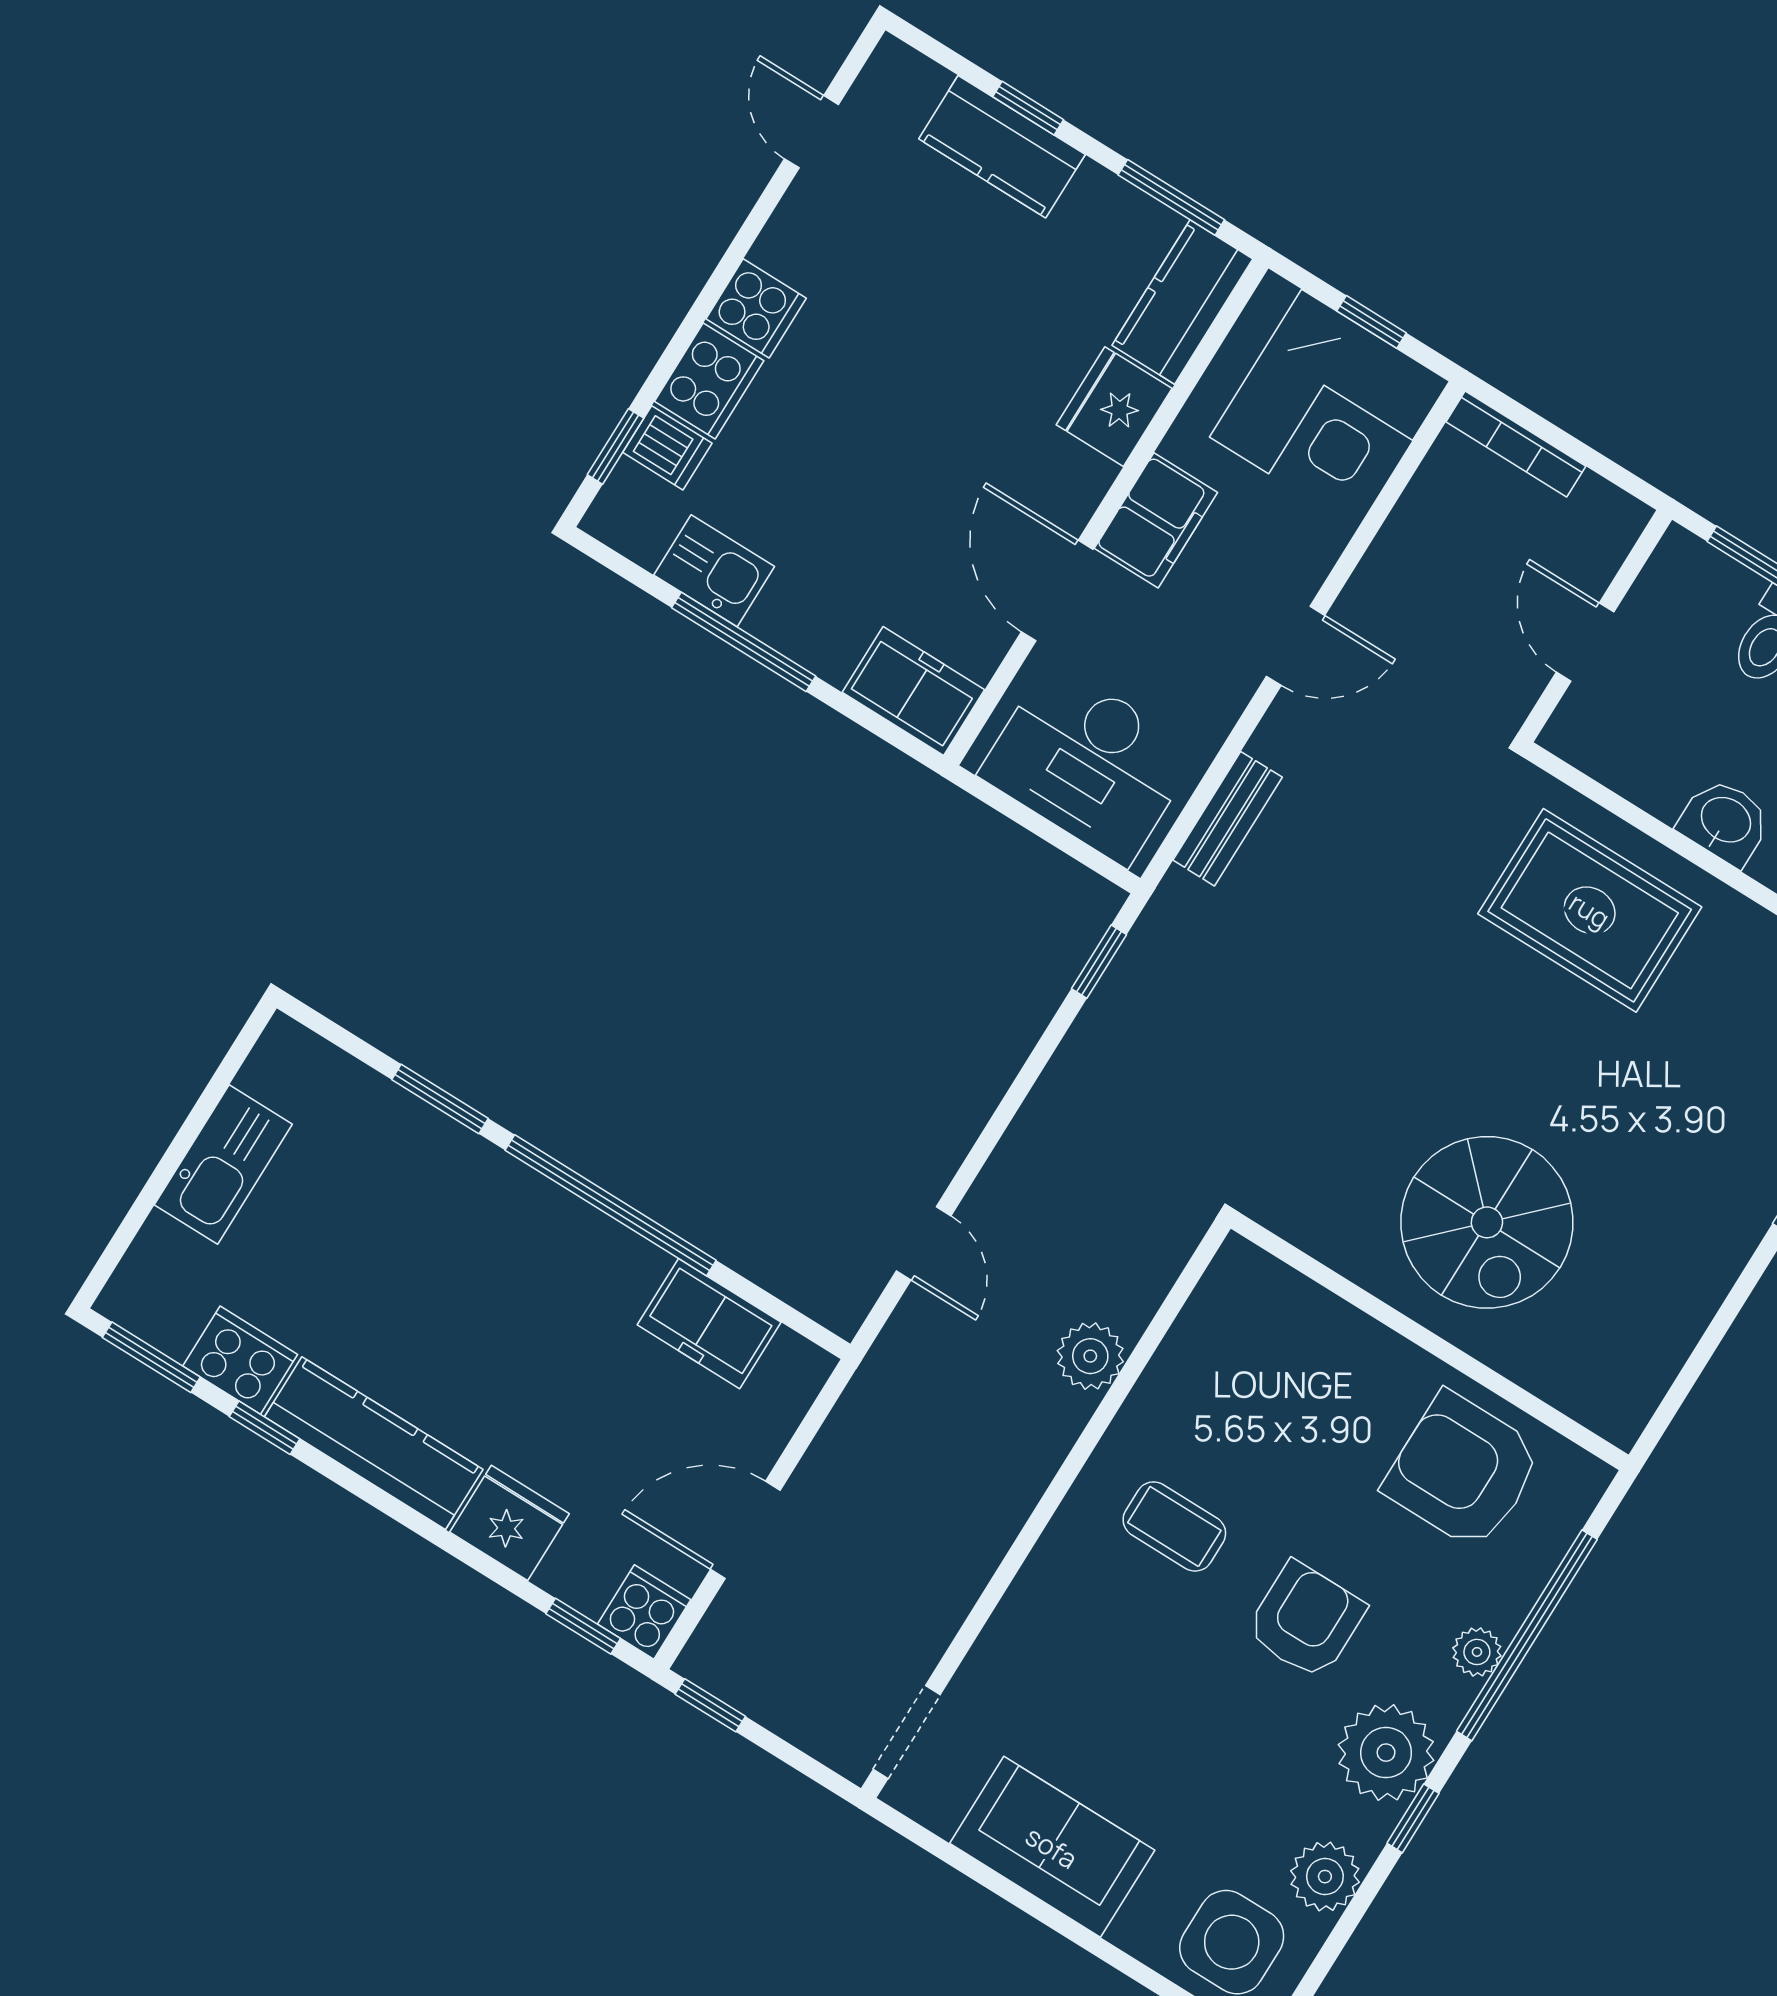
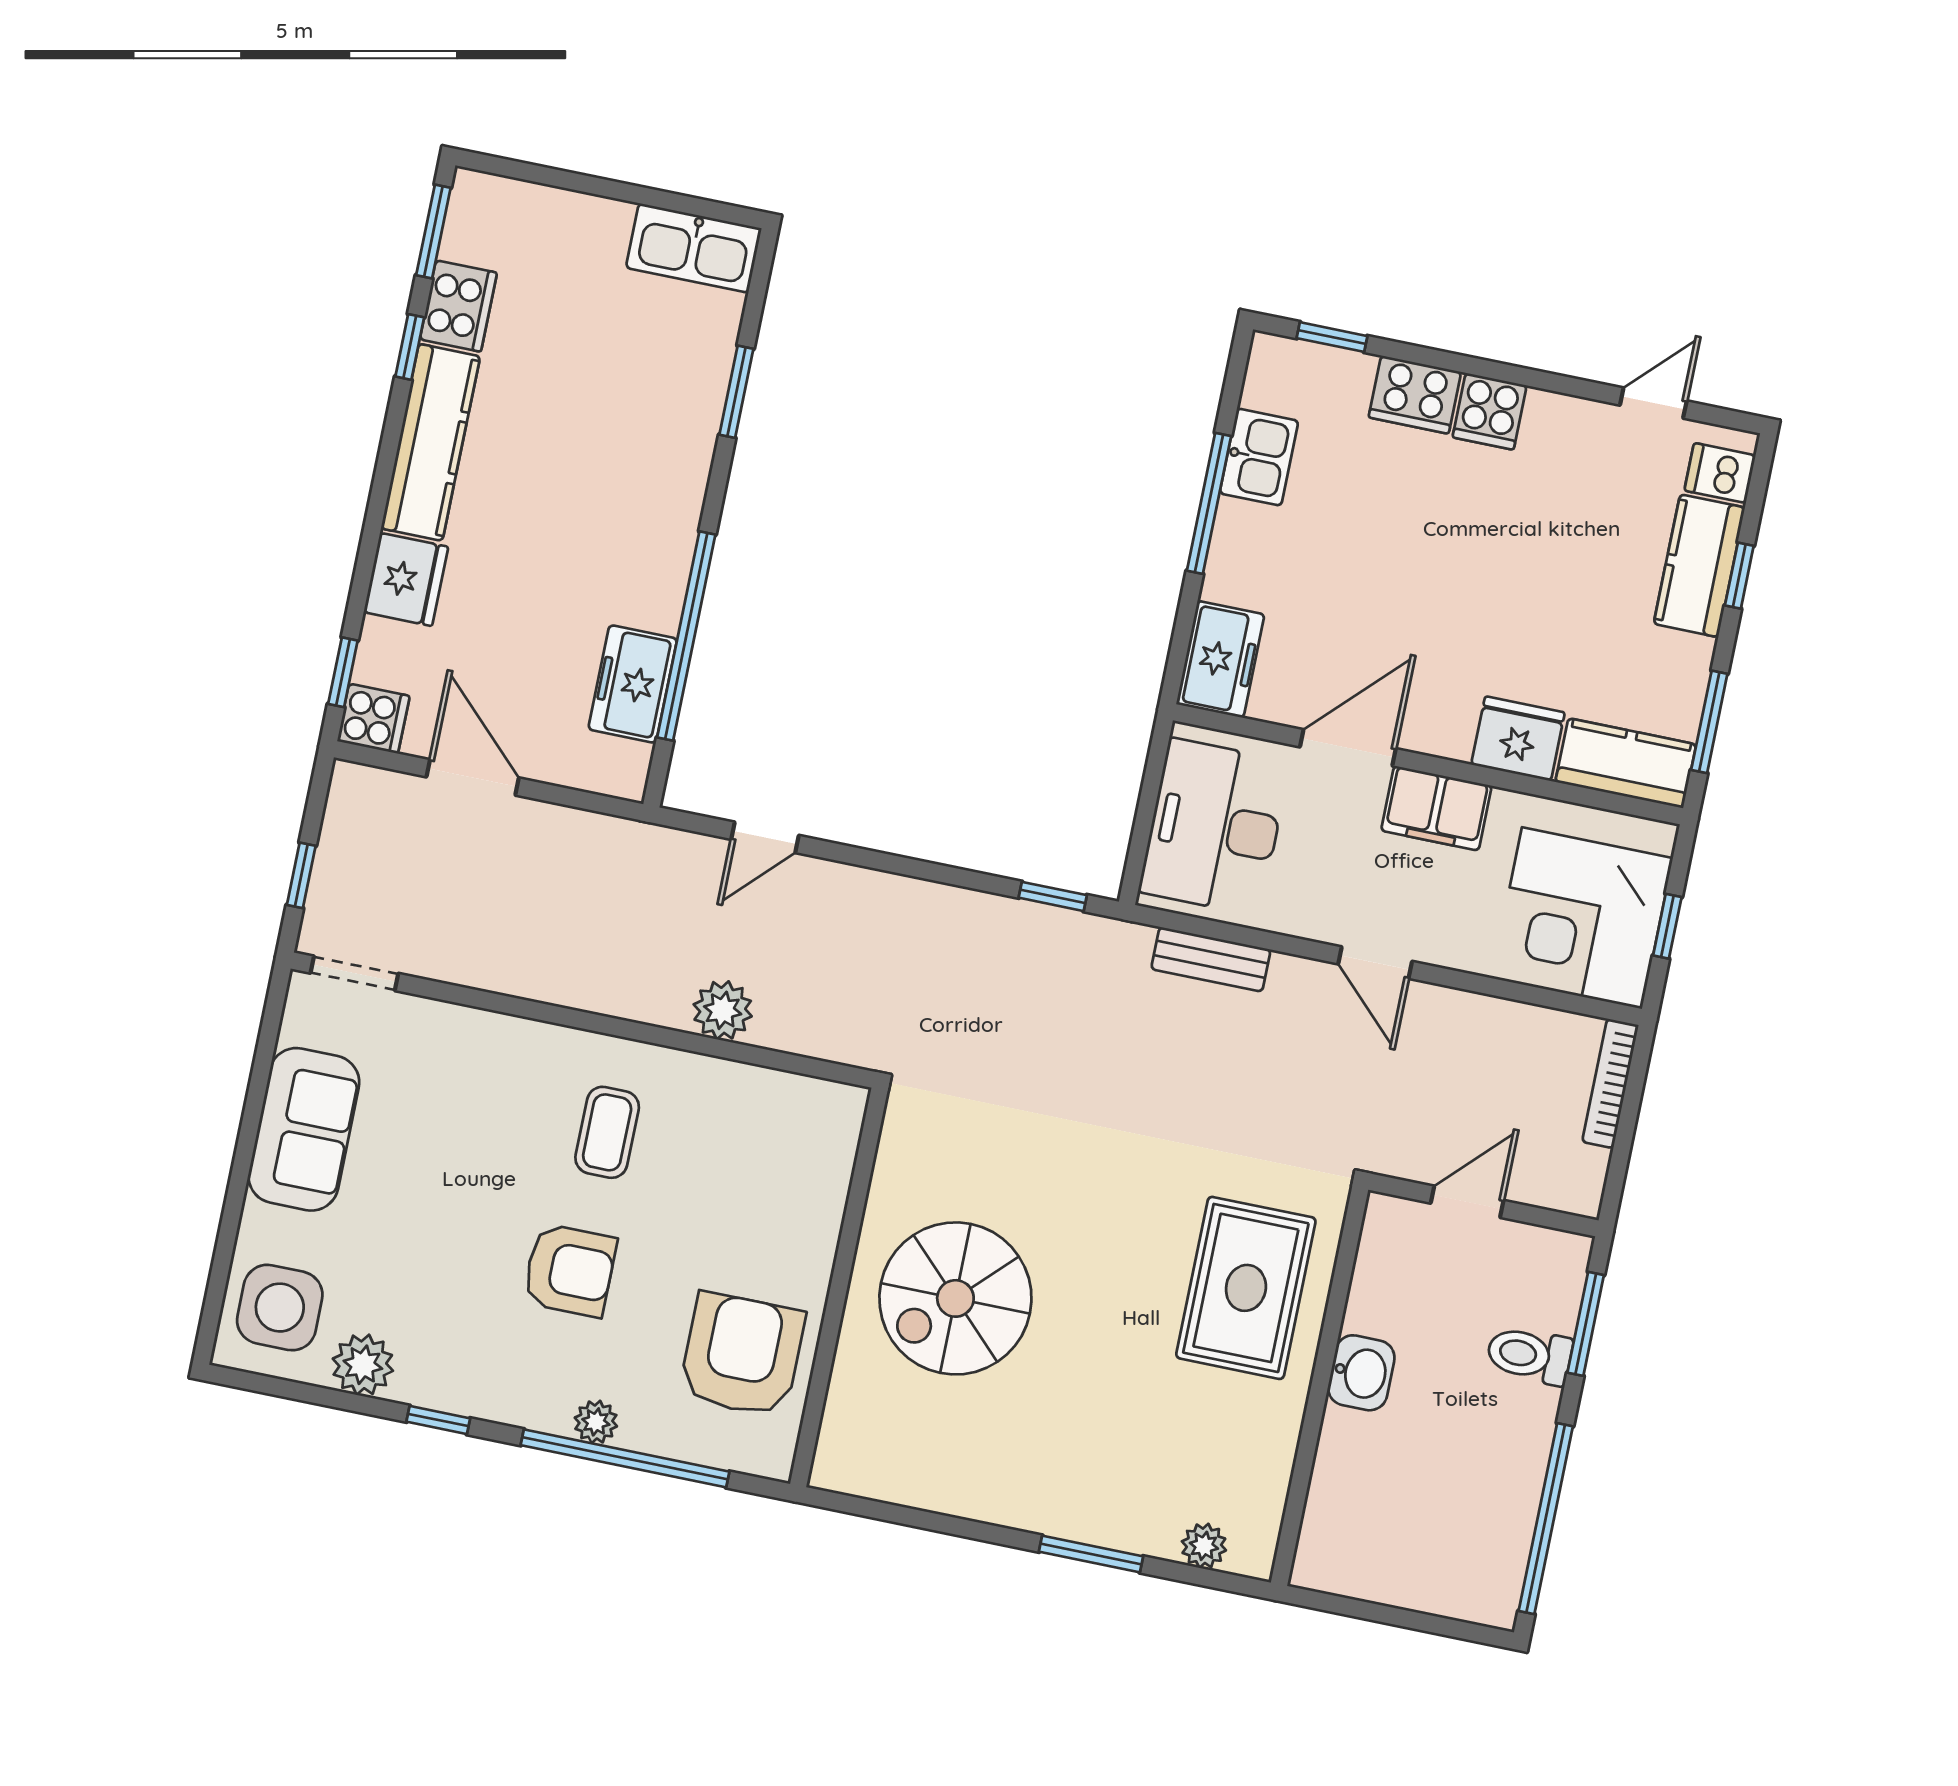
dishwasher: (667, 448) -> (1720, 473), moved, turned 90
kitchen sink: (223, 1165) -> (694, 248), moved
window: (611, 1205) -> (686, 636), moved
window: (710, 1705) -> (301, 875), moved
plant: (1386, 1753) -> (484, 1377), removed

